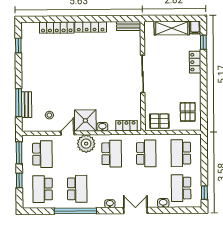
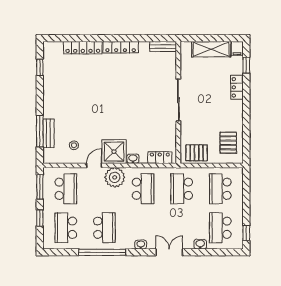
school desk: (146, 153) -> (182, 189), turned 180

